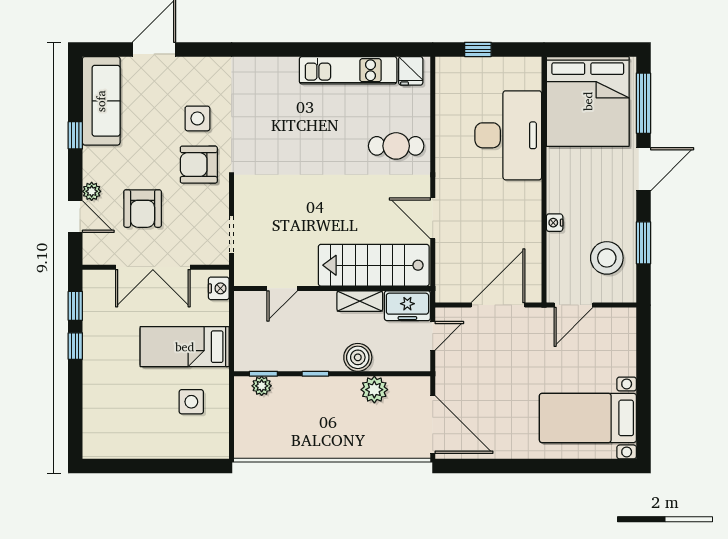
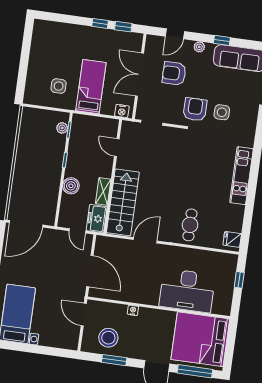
kitchen unit: (348, 70) -> (241, 176), moved
plant: (92, 191) -> (199, 47), moved
plant: (374, 390) -> (51, 193), removed

